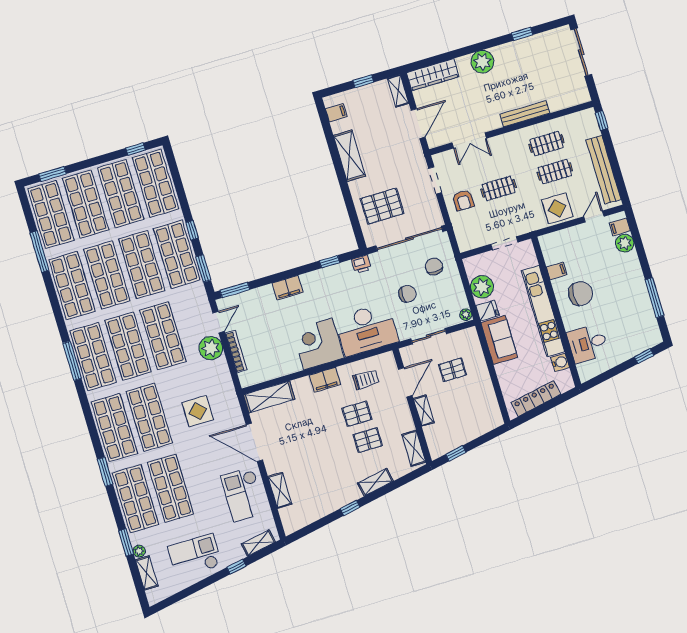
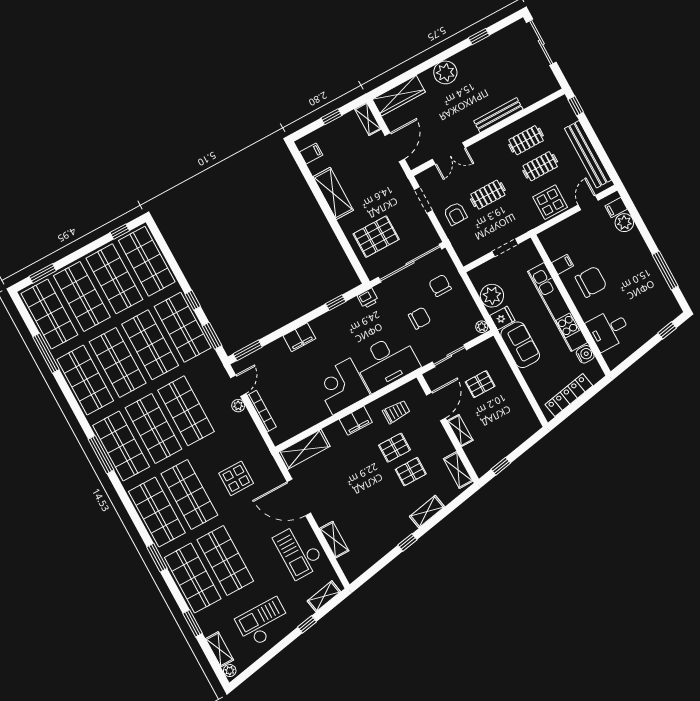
plant: (211, 348) -> (238, 406), width x0.53, depth x0.53
plant: (139, 551) -> (230, 671), moved

